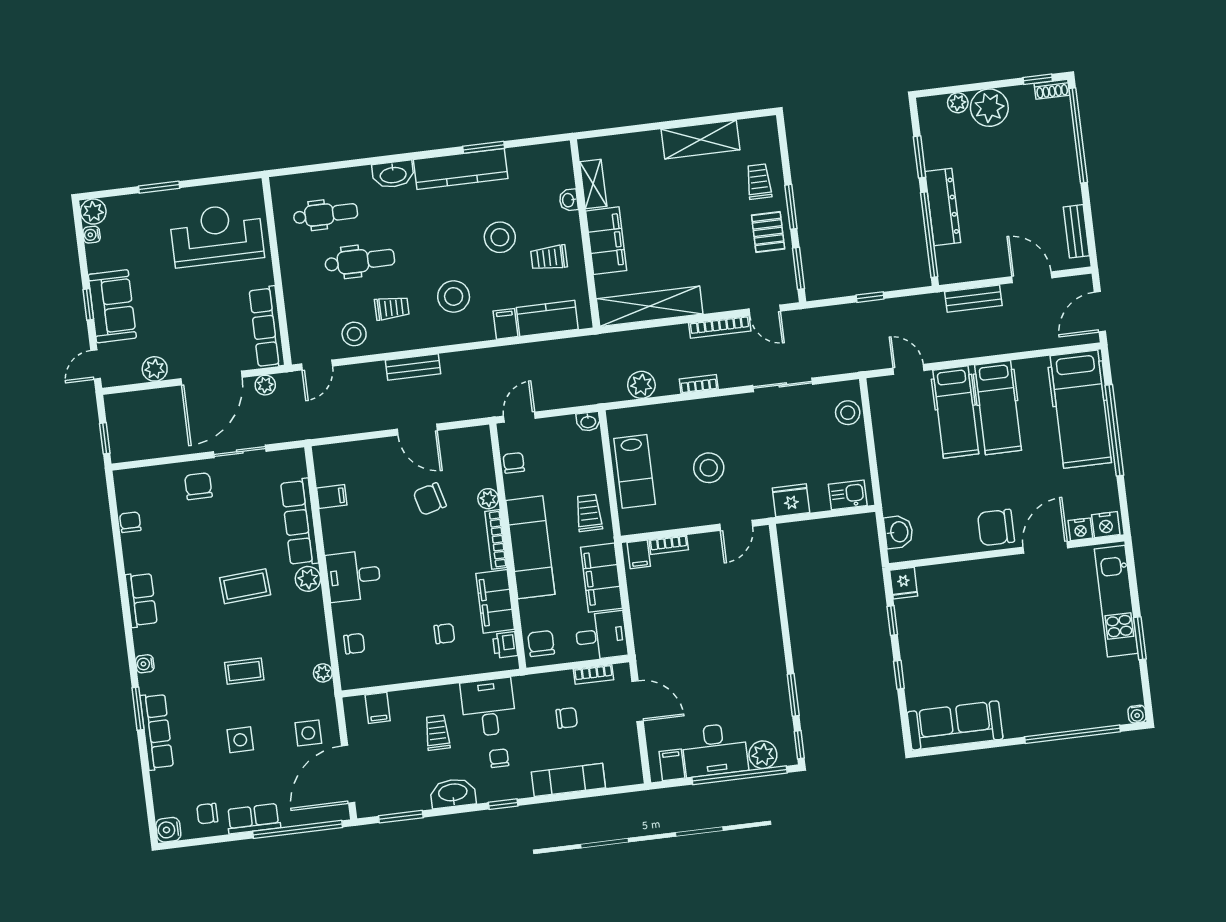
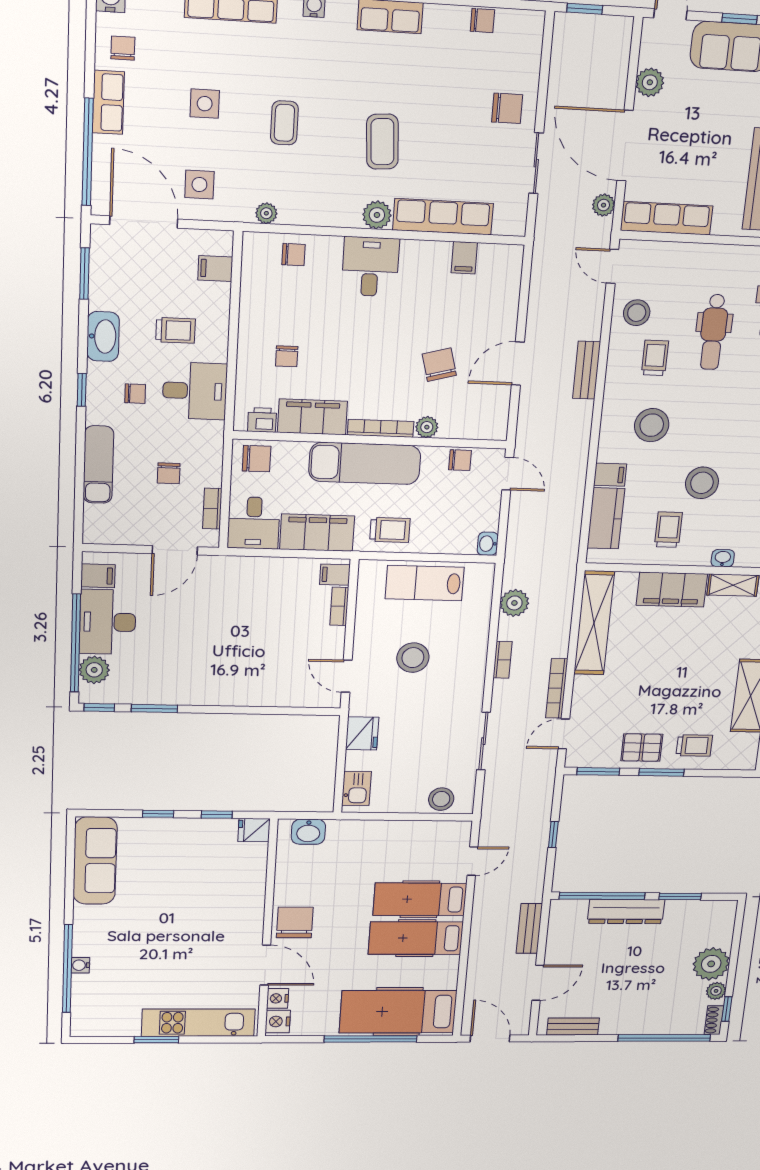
plant: (958, 103) -> (716, 991), moved
trolley: (392, 308) -> (655, 358), turned 180
chair: (354, 644) -> (293, 255), turned -90
water cooler: (1137, 714) -> (80, 965), moved

